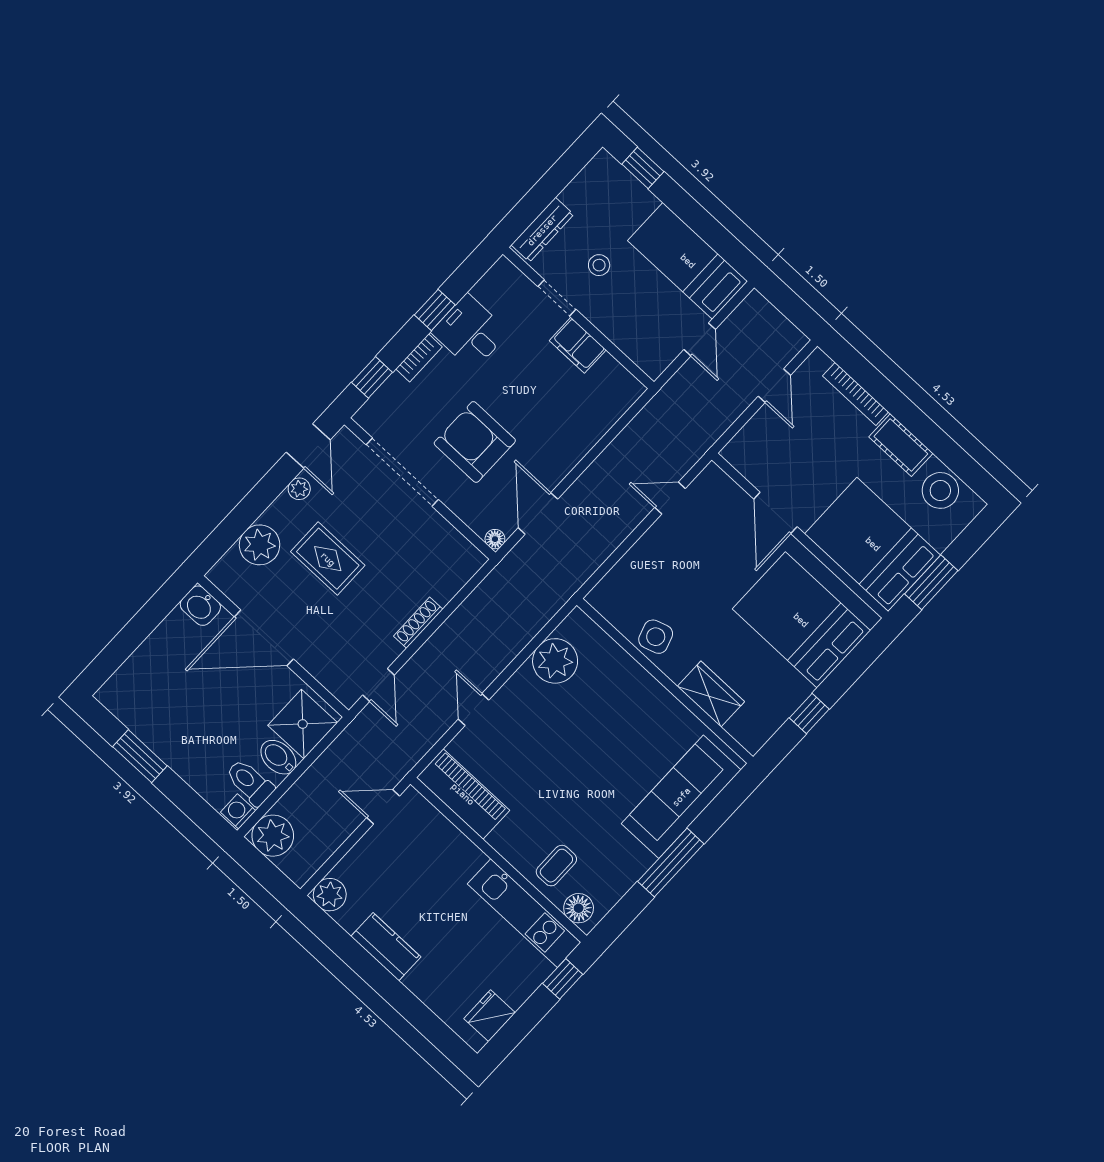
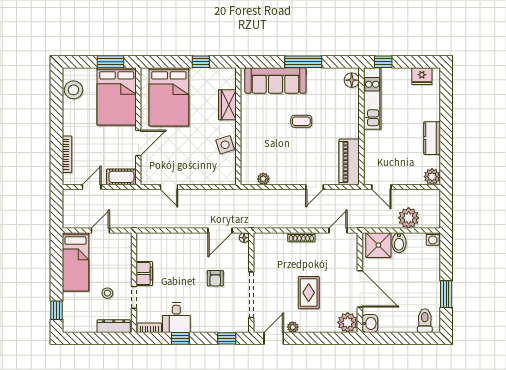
bookcase: (419, 358) -> (149, 328), moved
armchair: (475, 442) -> (215, 278), width x0.53, depth x0.53
cot: (901, 445) -> (121, 177), moved, turned 90
plant: (260, 545) -> (348, 322), moved
plant: (555, 661) -> (263, 179), width x0.53, depth x0.53
toilet: (250, 782) -> (425, 321), moved, turned 180
plant: (273, 836) -> (409, 218), moved
coffee table: (556, 866) -> (301, 121), moved

